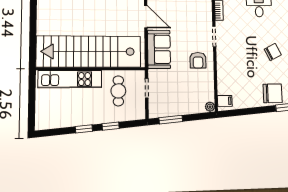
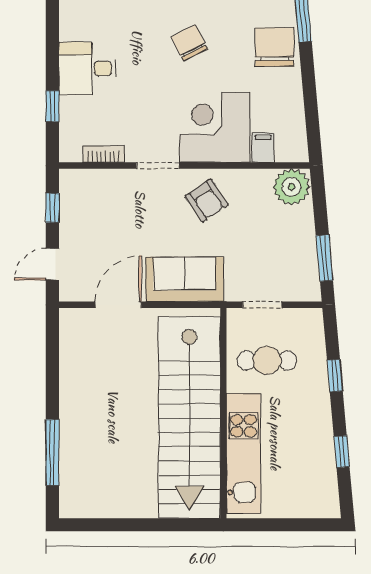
armchair: (198, 60) -> (207, 200), turned 56
corner desk: (233, 64) -> (215, 127), added
filing cabinet: (225, 101) -> (263, 148), moved
plant: (210, 107) -> (291, 187), width x1.87, depth x1.87
window: (84, 129) -> (342, 452), moved

